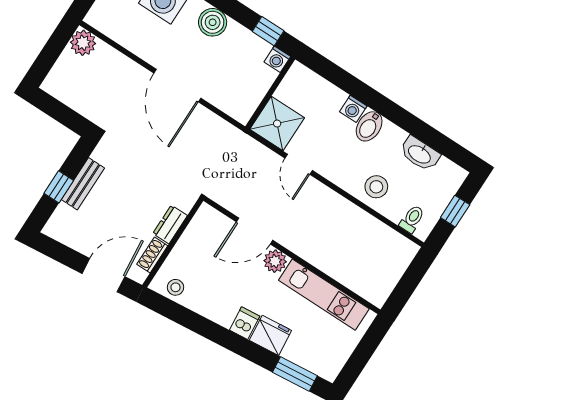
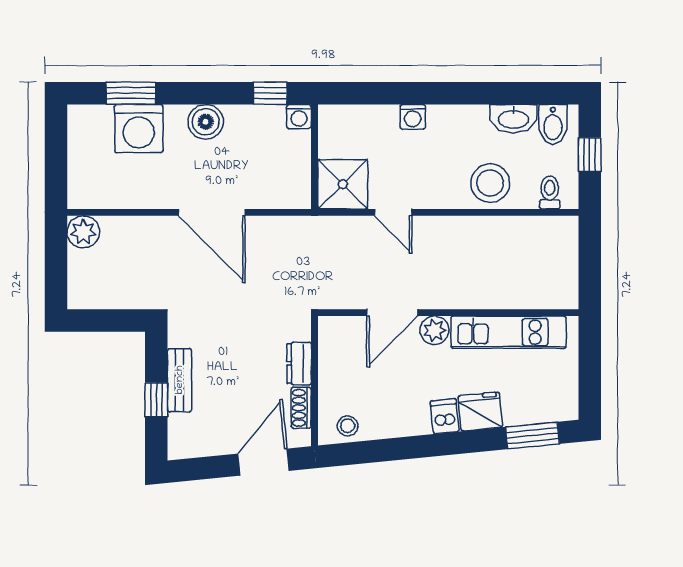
bidet: (369, 126) -> (553, 124), moved
stool: (376, 187) -> (490, 183), width x1.38, depth x1.38

